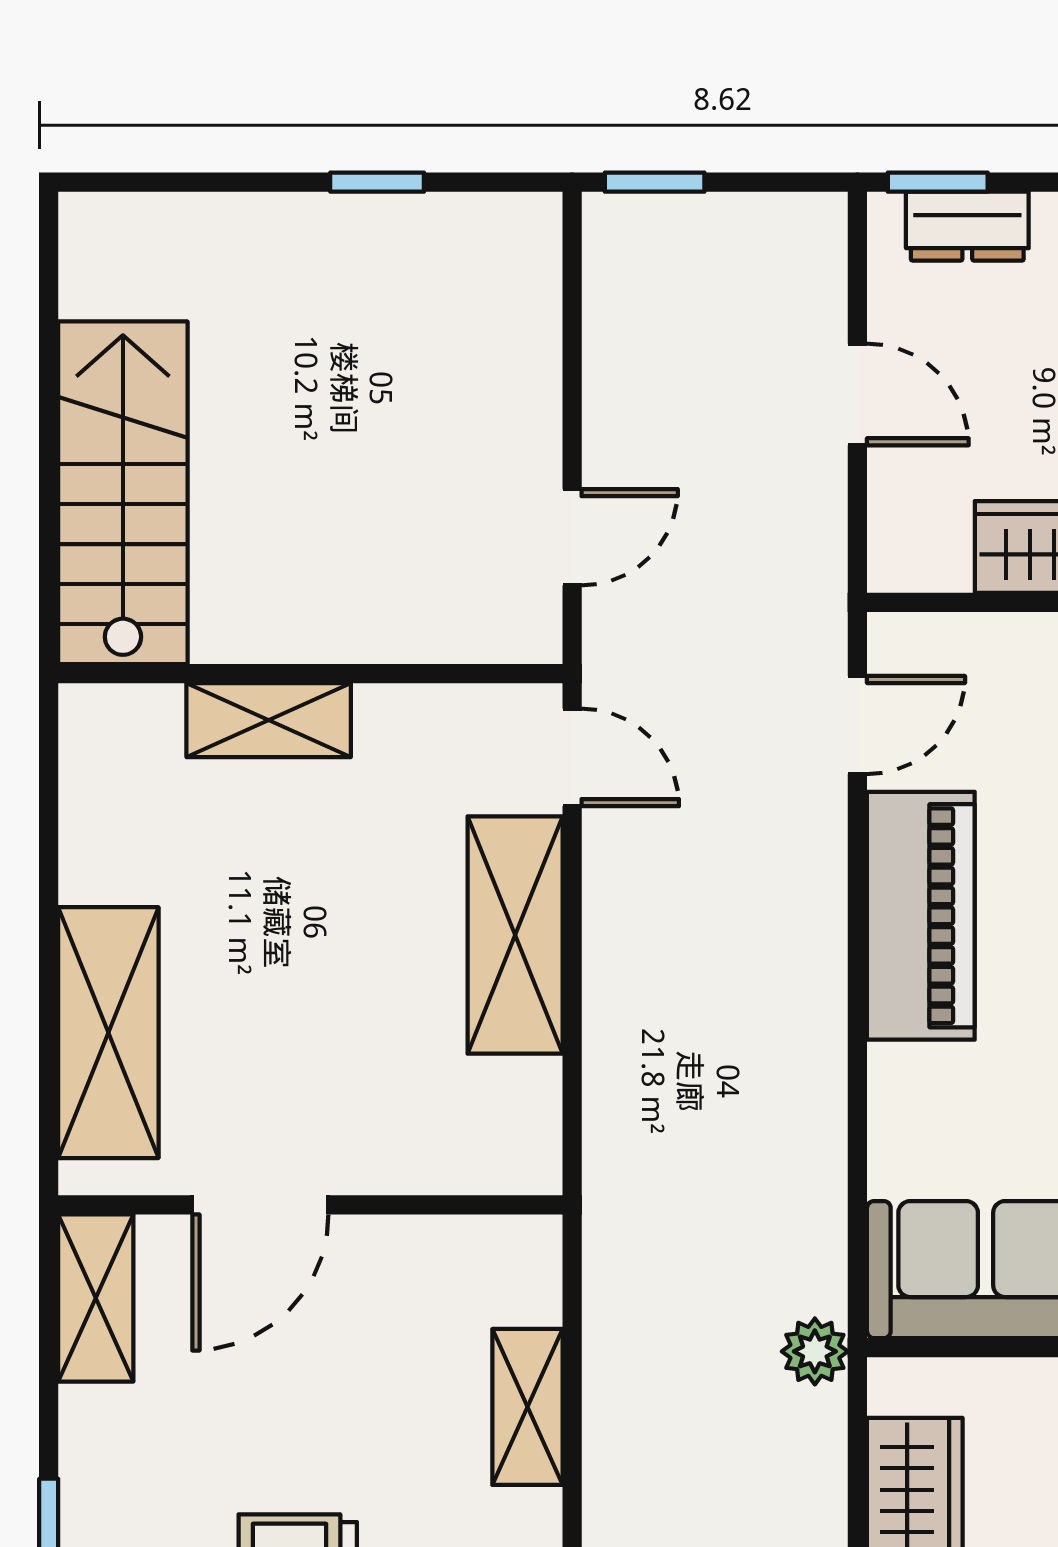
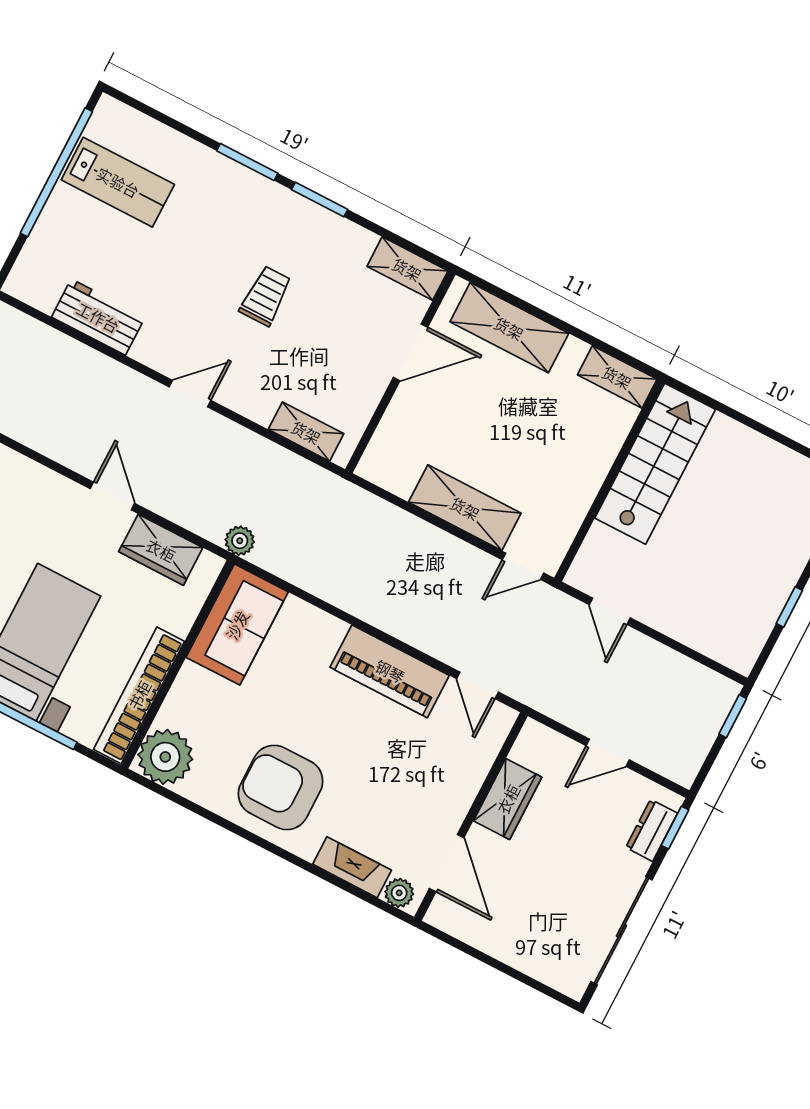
stairs: (123, 493) -> (655, 464), moved, turned -90
shelving: (269, 720) -> (617, 377), moved, turned 90
door: (260, 1205) -> (411, 352), swing flipped
shelving: (527, 1407) -> (306, 432), moved

